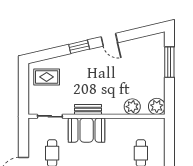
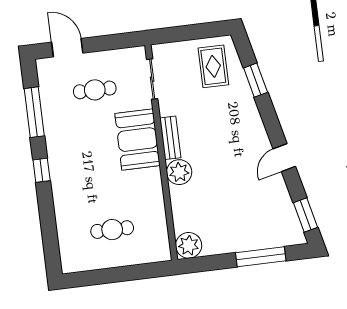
window: (147, 31) -> (305, 215), added
window: (79, 47) -> (256, 80), moved
plant: (132, 107) -> (179, 172), moved

